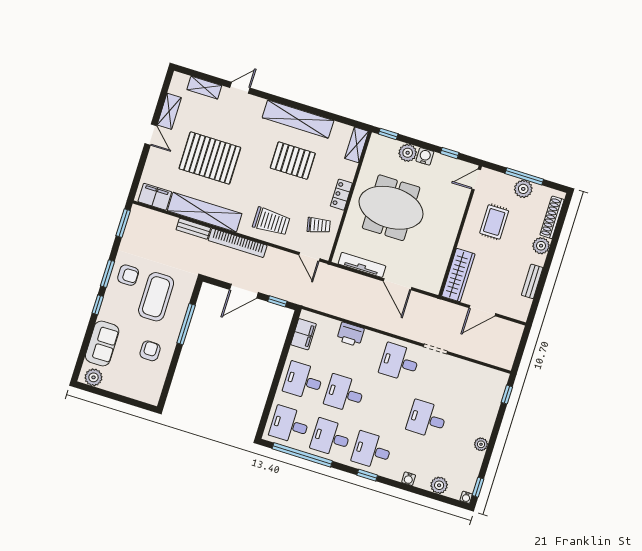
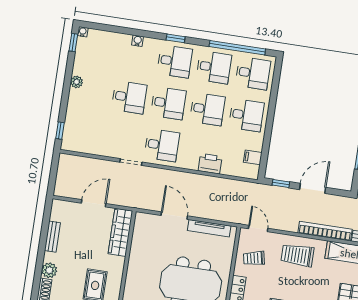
filing cabinet: (303, 334) -> (253, 157), width x0.50
desk: (386, 406) -> (168, 103), added
plant: (439, 485) -> (109, 39), removed

